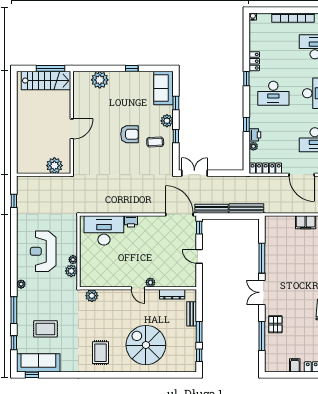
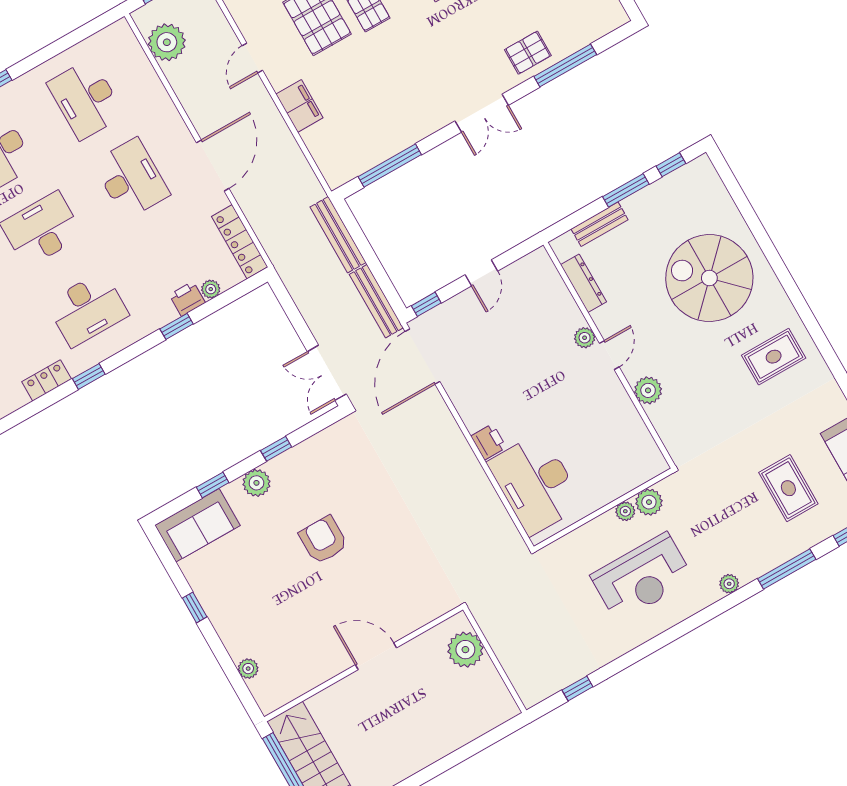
plant: (100, 80) -> (248, 669), width x0.53, depth x0.53
desk: (273, 93) -> (87, 309), turned 90
coffee table: (155, 142) -> (310, 482), removed
window: (262, 258) -> (390, 166), moved
plant: (92, 296) -> (648, 390), moved
spiral stairs: (146, 345) -> (709, 278), turned 90

